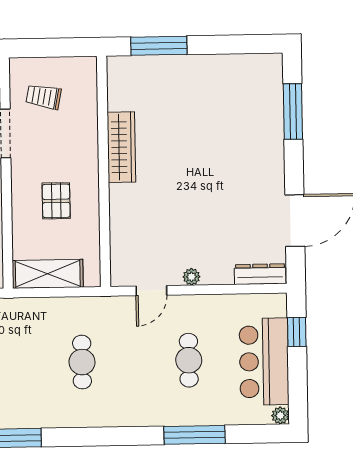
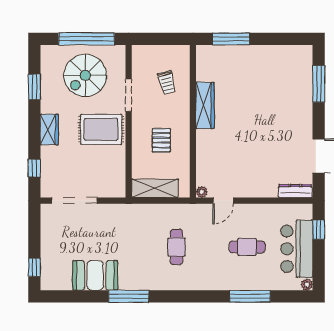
trolley: (44, 97) -> (167, 83), moved, turned -115
plant: (192, 277) -> (202, 192), moved
cafe table: (189, 360) -> (247, 247), turned 90

